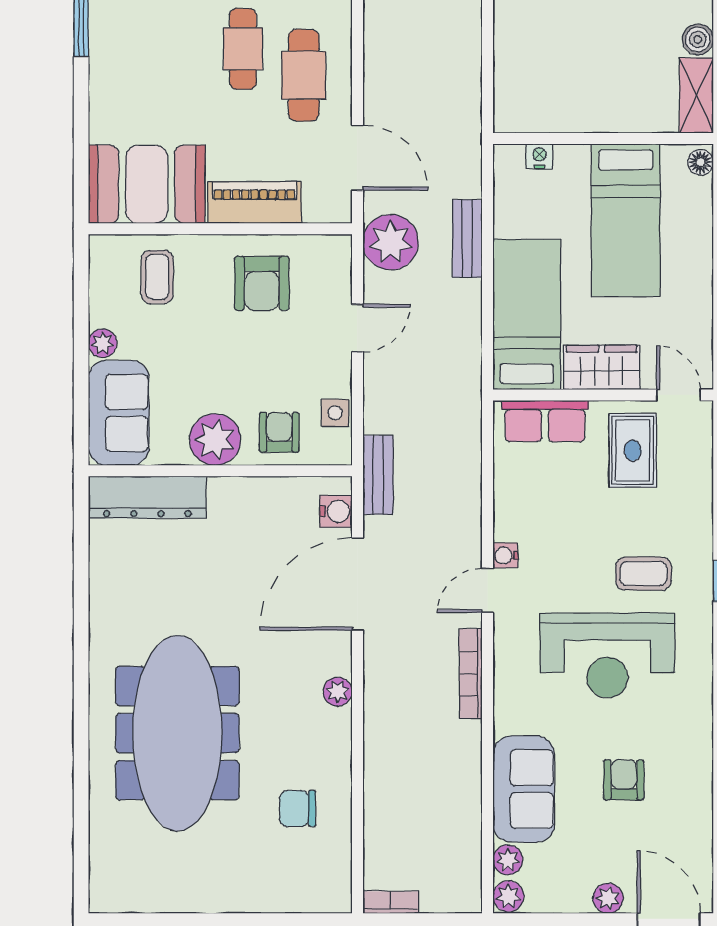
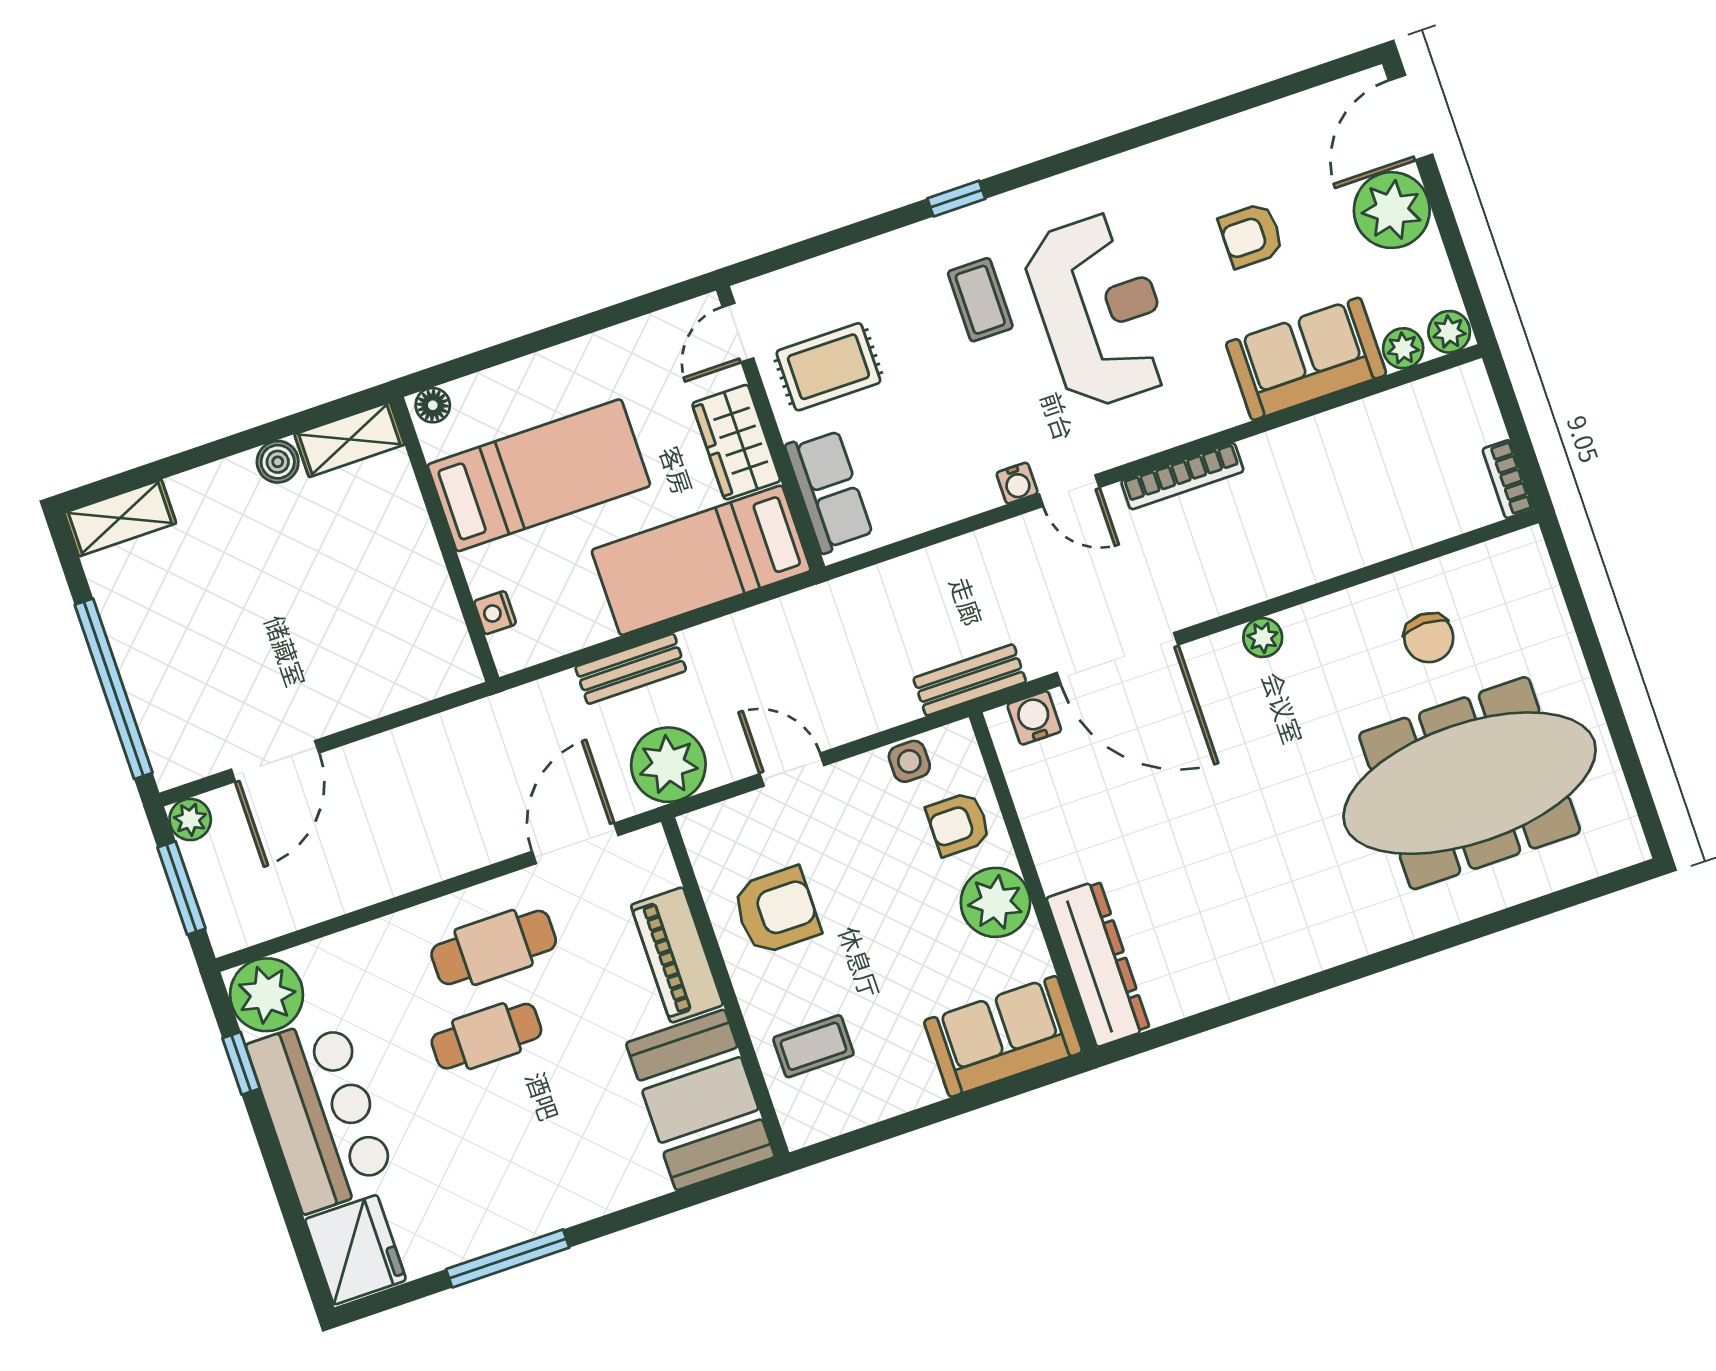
plant: (103, 343) -> (921, 1087), removed
meeting table: (177, 733) -> (1470, 783), moved
plant: (608, 898) -> (1392, 210), width x1.87, depth x1.87

